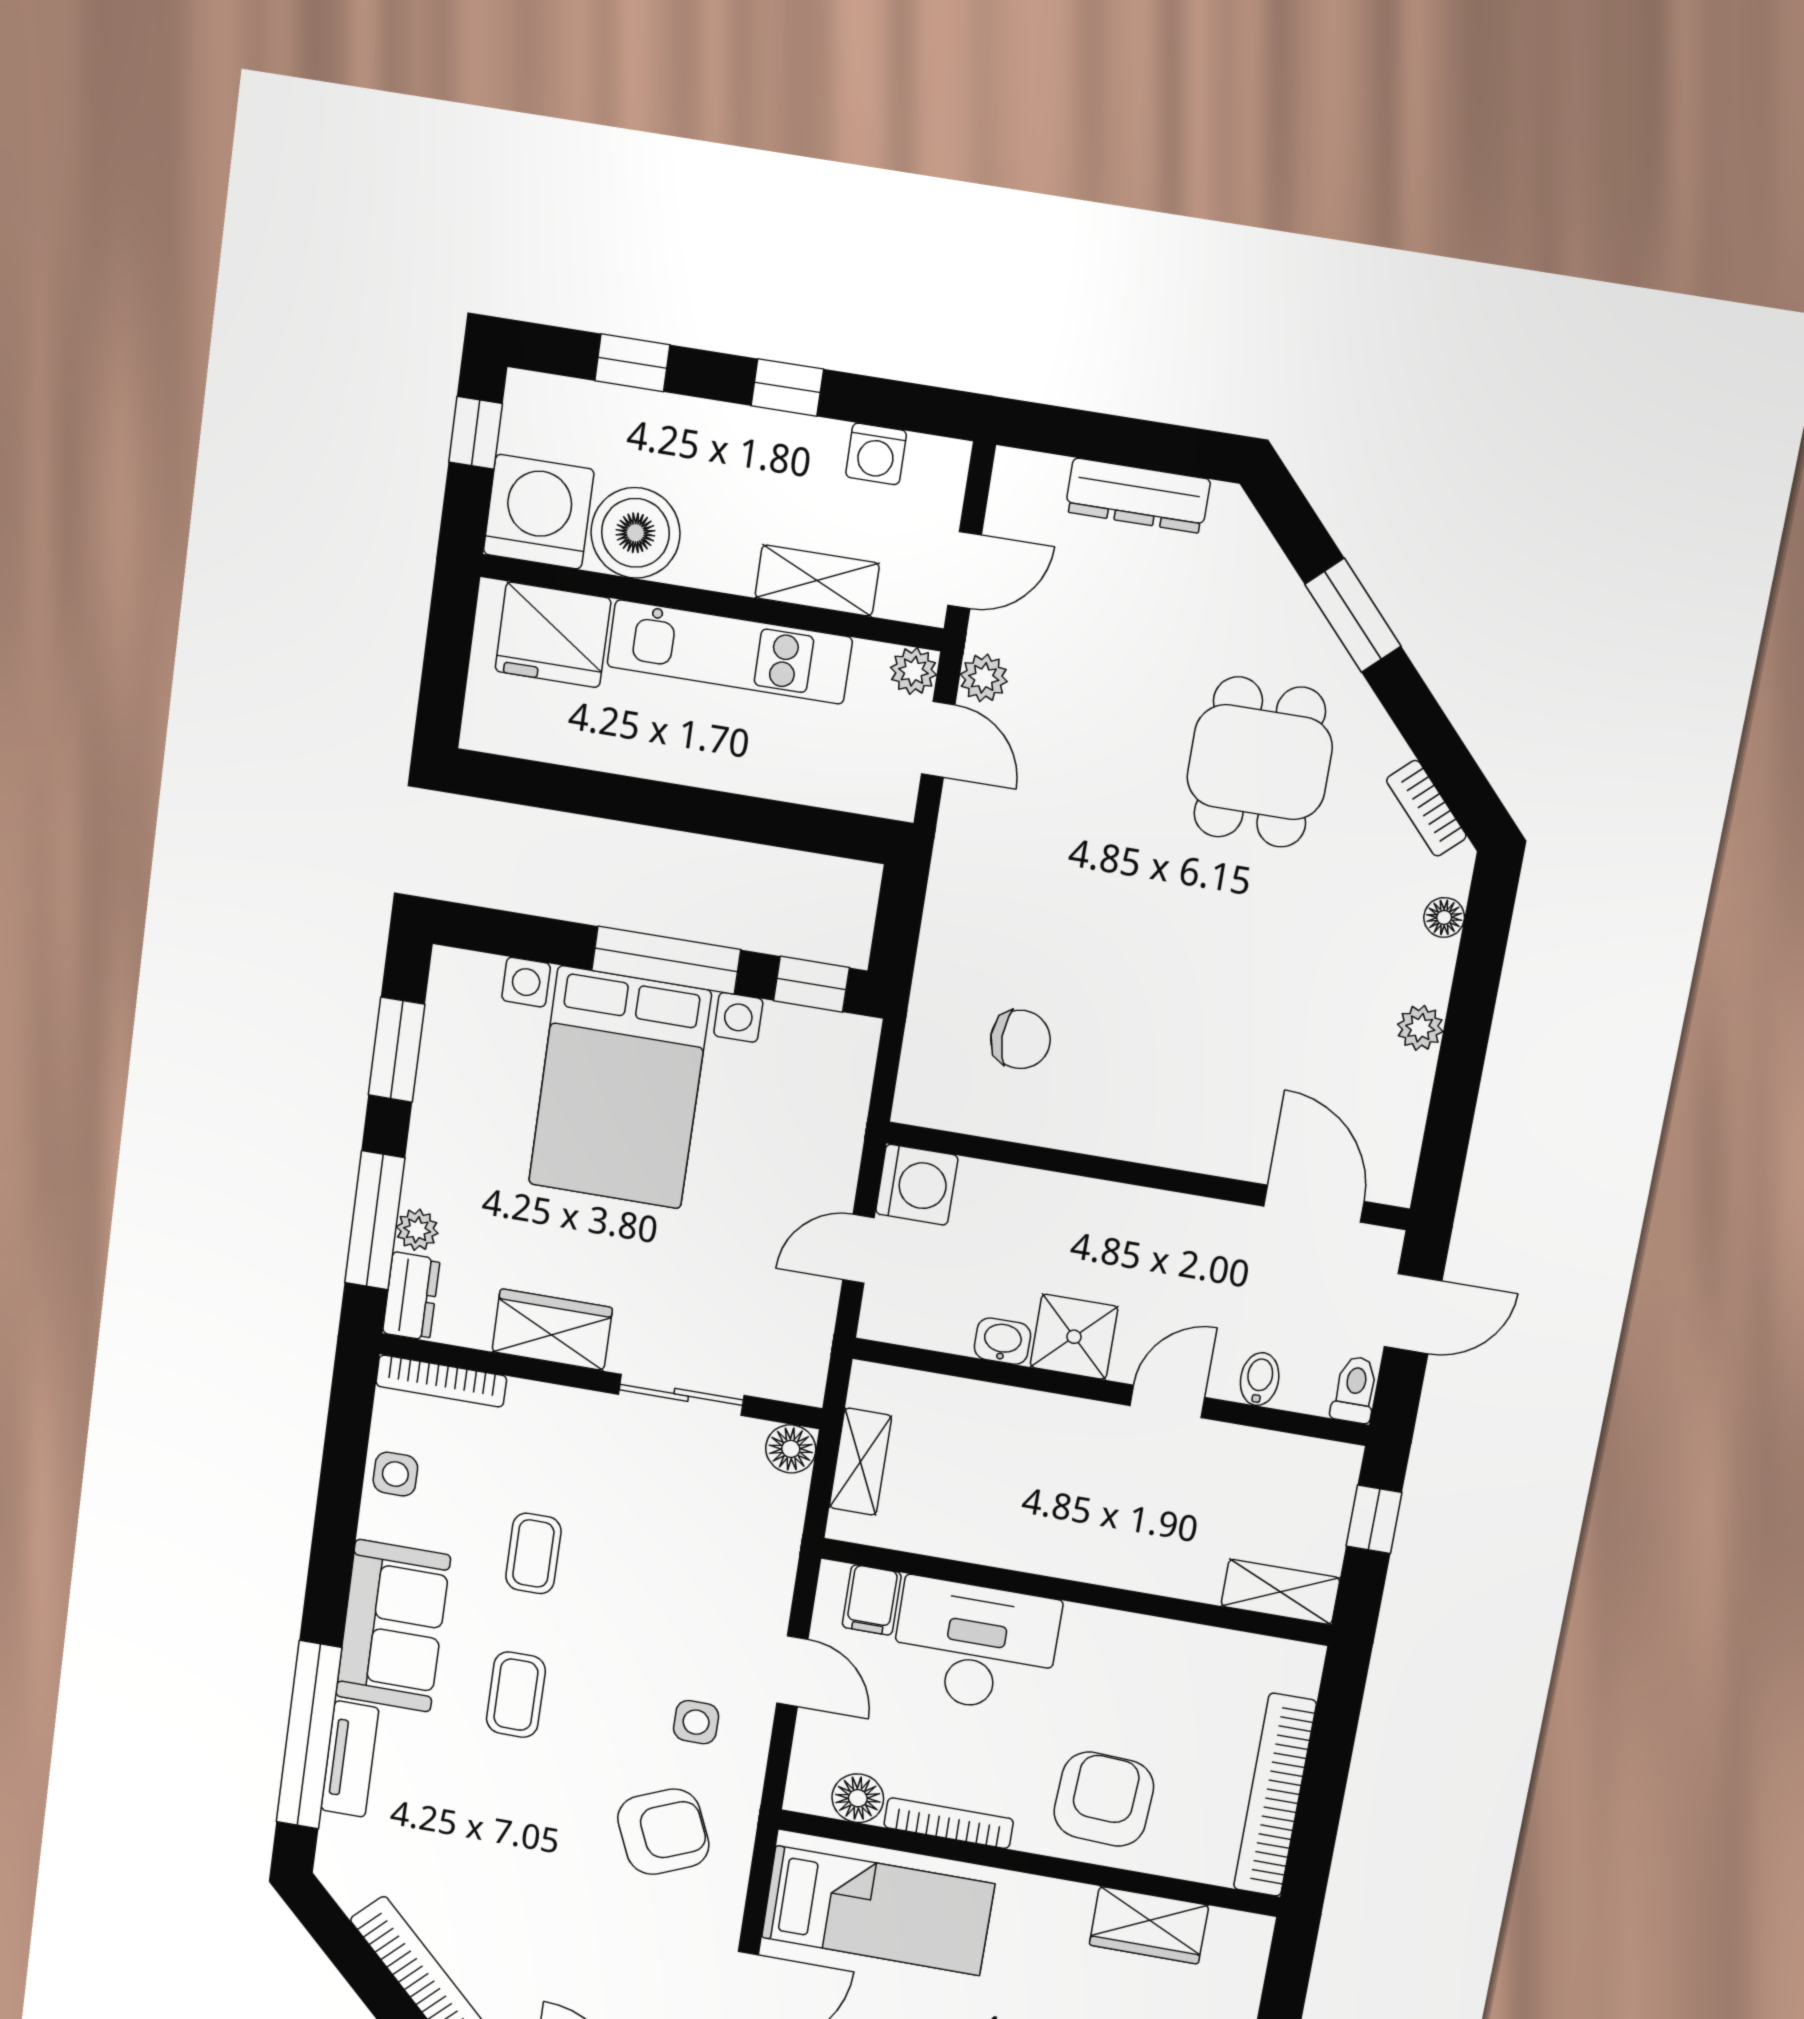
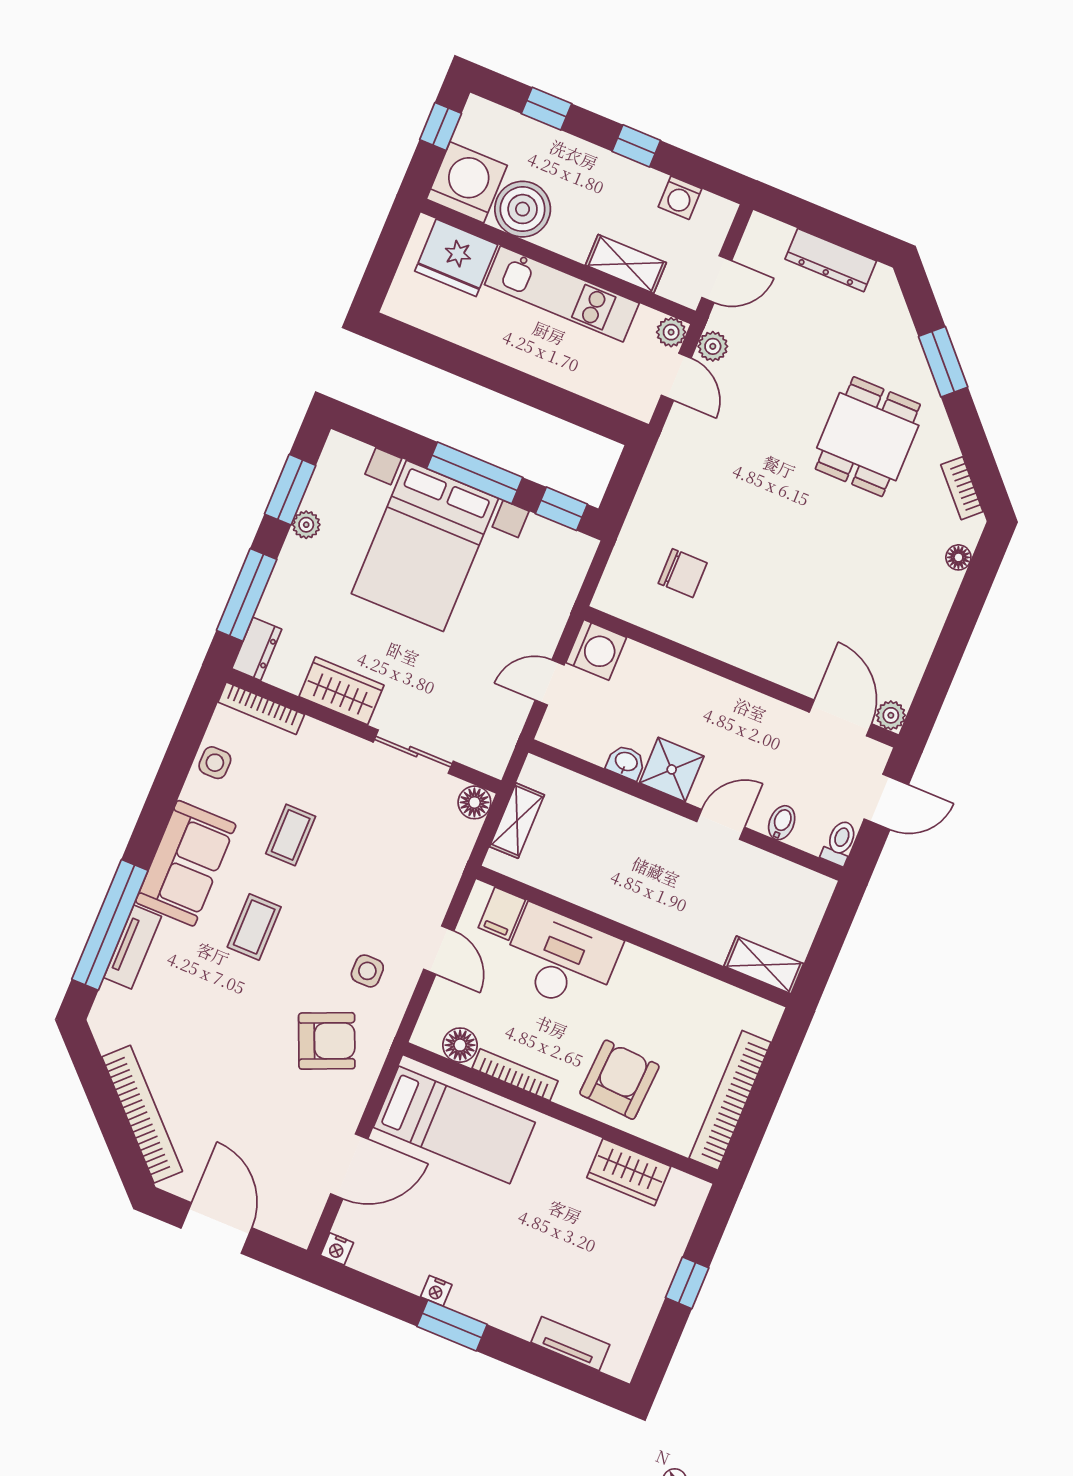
plant: (1420, 1028) -> (891, 715), moved
plant: (417, 1230) -> (306, 525), moved
window: (1374, 1519) -> (833, 930), removed

